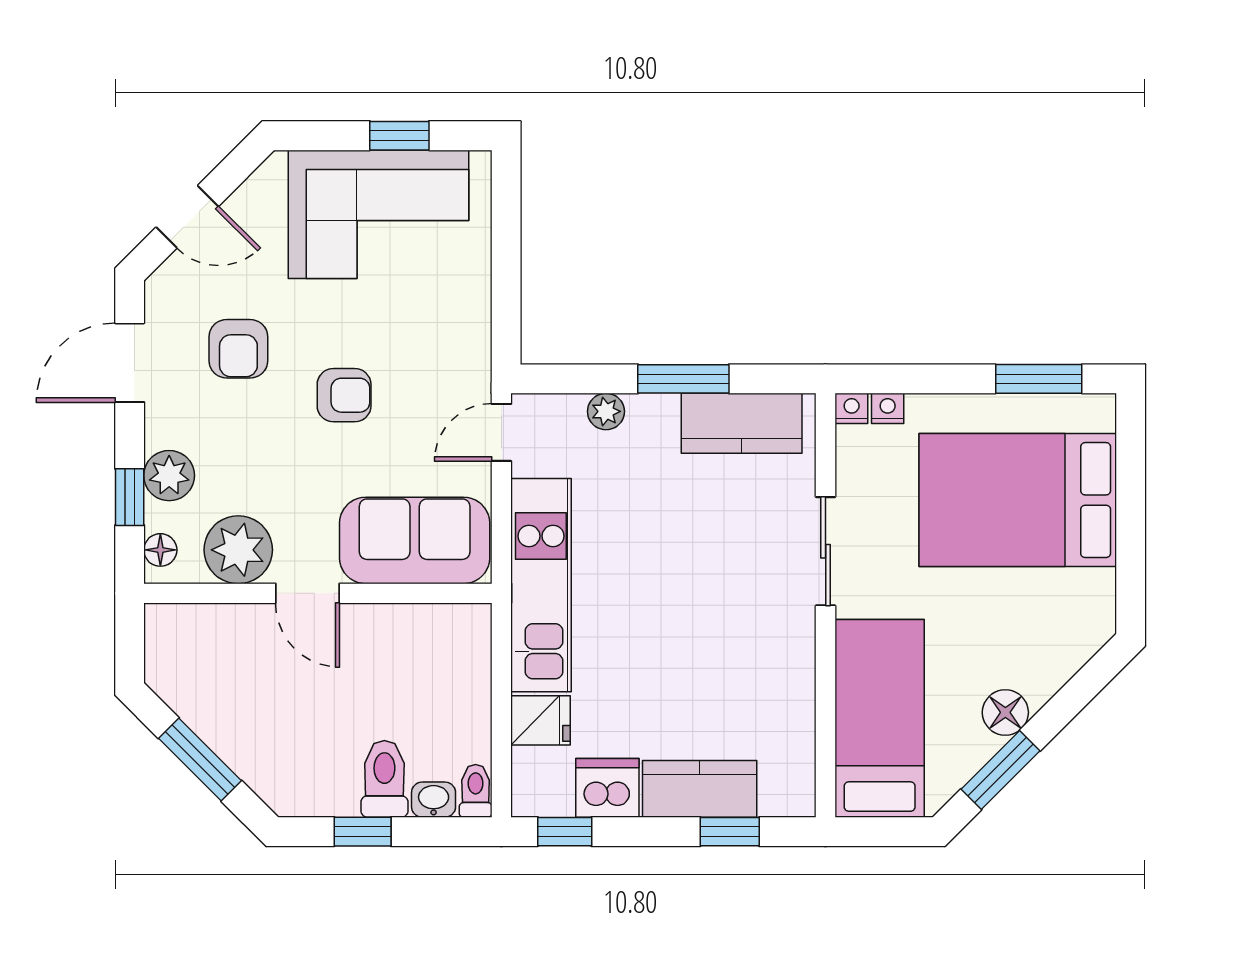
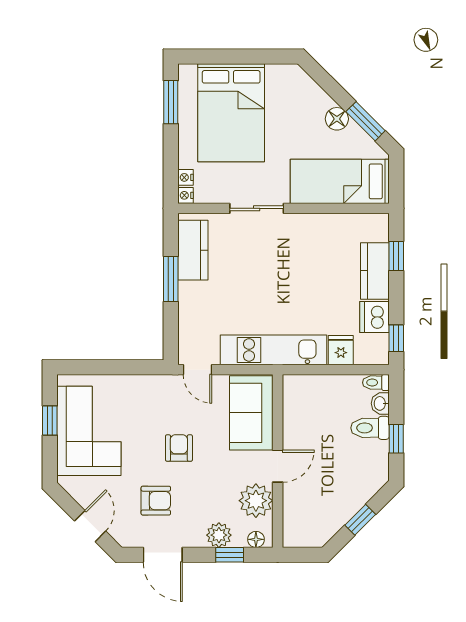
plant: (606, 411) -> (187, 318), removed
window: (200, 759) -> (360, 520), width x0.67

